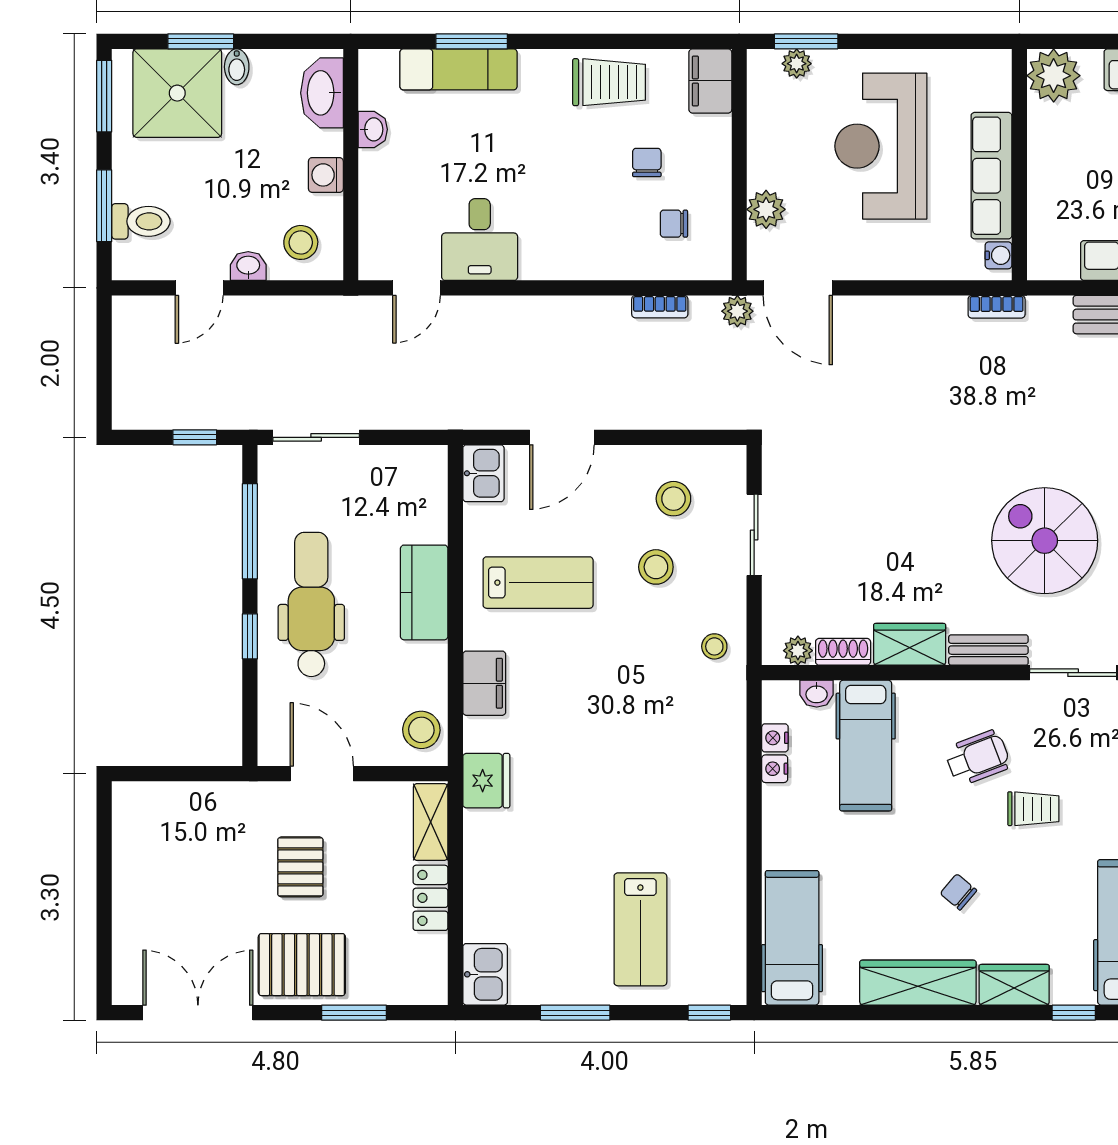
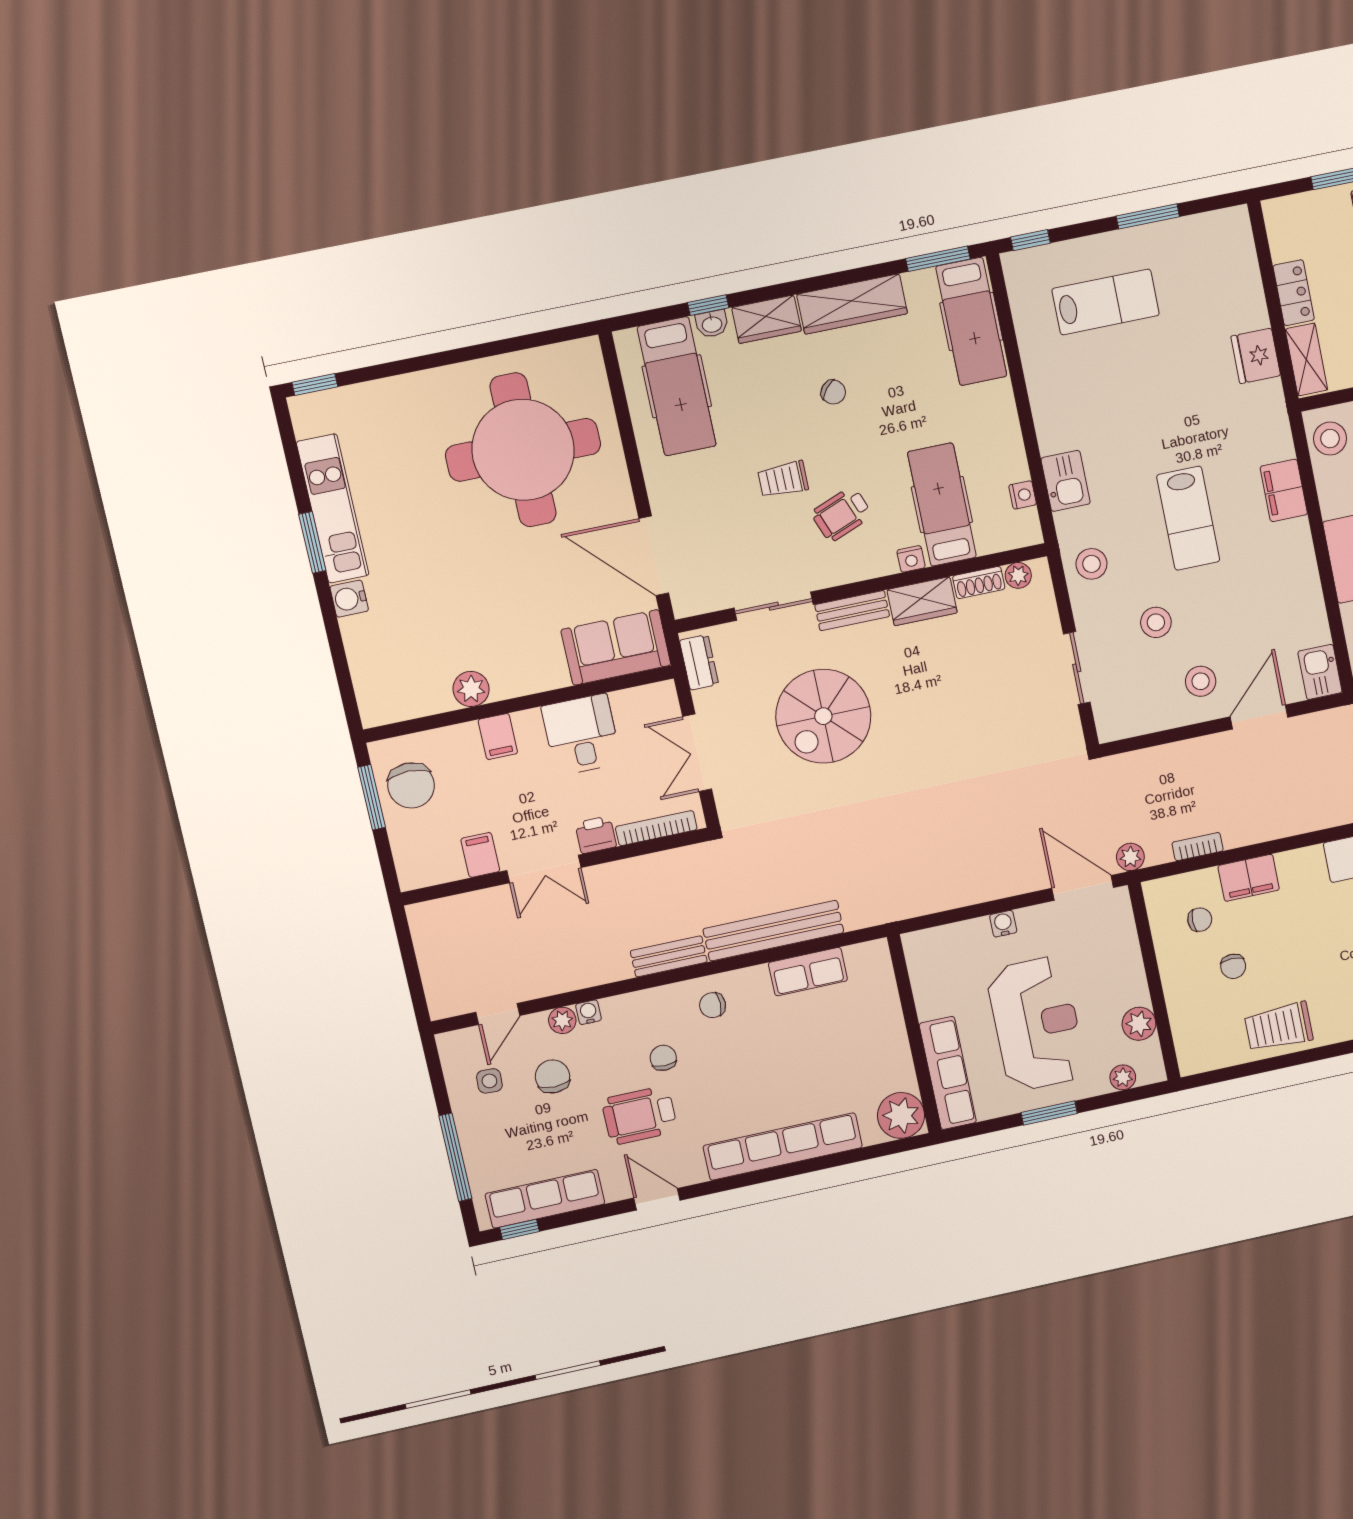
window: (806, 41) -> (1049, 1113), moved
filing cabinet: (710, 81) -> (1249, 878), moved, turned 90
row of seats: (991, 176) -> (948, 1073), moved
plant: (766, 209) -> (1139, 1024), moved
water cooler: (999, 255) -> (1003, 924), moved, turned 90
bookcase: (997, 307) -> (908, 909), removed
stool: (673, 499) -> (1201, 681), moved
spiral stairs: (1045, 541) -> (823, 716), turned 90
lab bench: (538, 583) -> (1188, 518), moved, turned -90
stool: (714, 646) -> (1091, 564), width x1.37, depth x1.37
washbasin: (817, 694) -> (712, 324), moved, turned 180
nightstand: (775, 769) -> (911, 559), moved, turned 90
fridge: (486, 781) -> (1256, 356), moved
lab bench: (640, 929) -> (1106, 302), turned 90
kitchen sink: (485, 974) -> (1066, 481), moved, turned 180
window: (814, 1013) -> (938, 259), added

